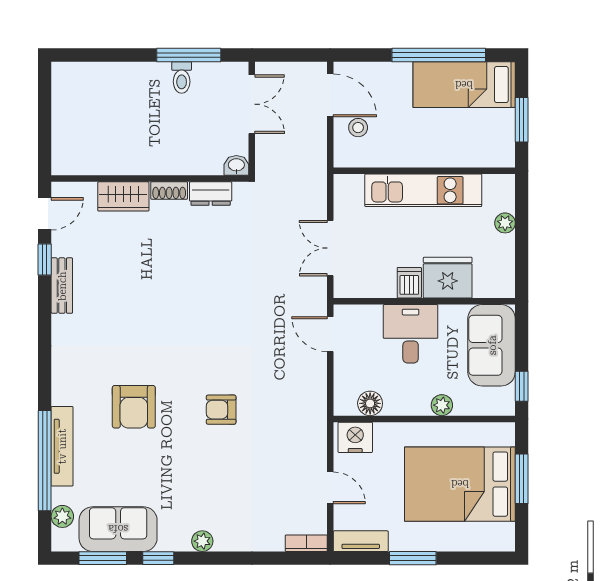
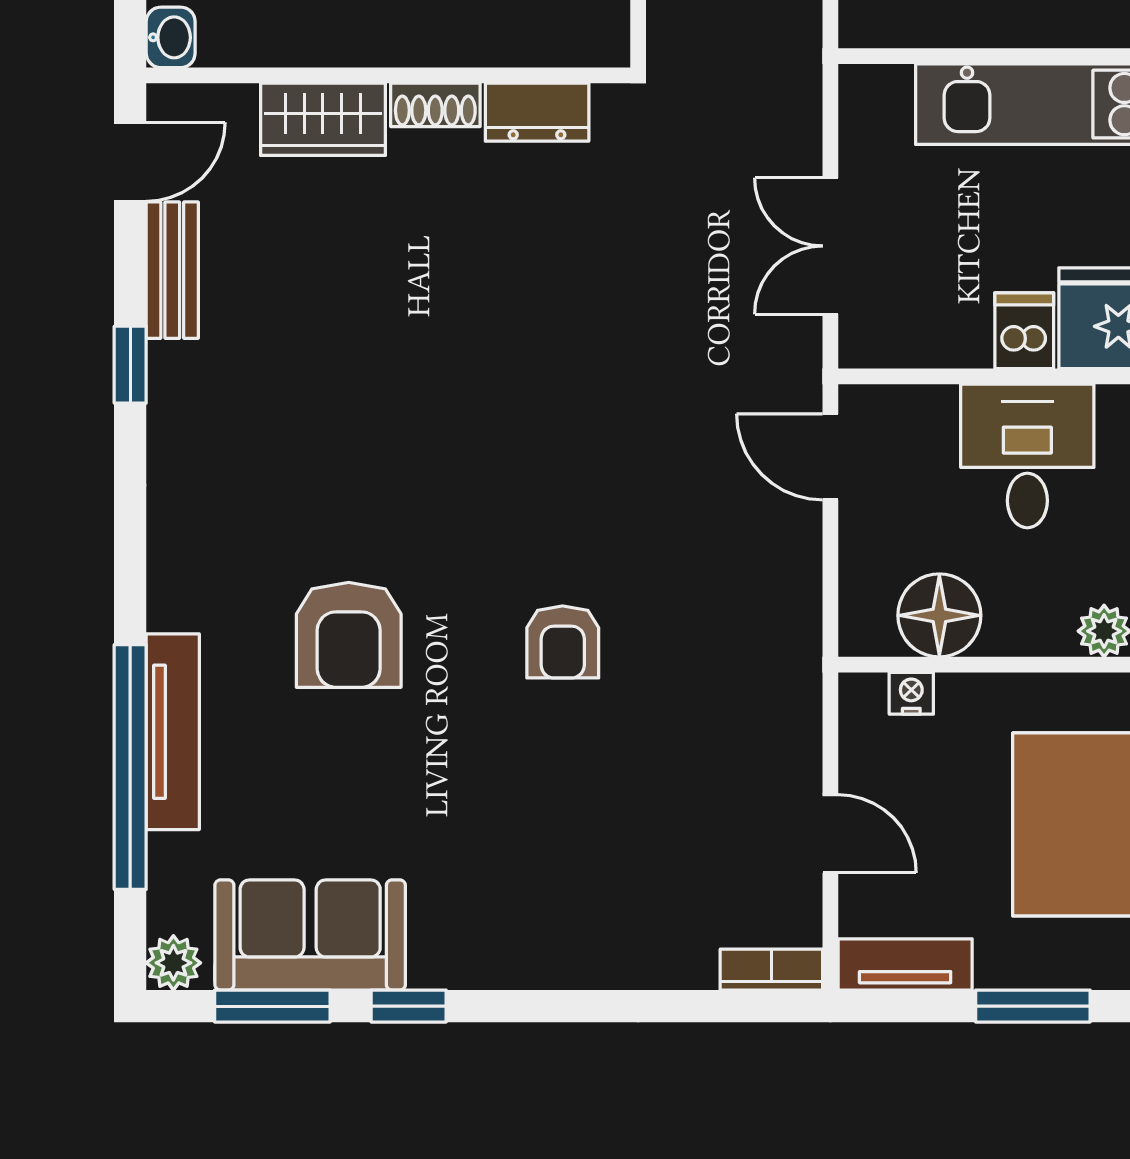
washbasin: (236, 165) -> (171, 37), moved, turned 90
window: (45, 259) -> (130, 365), moved
bench: (62, 286) -> (172, 270), moved
floor lamp: (370, 403) -> (939, 615), width x1.38, depth x1.38
armchair: (221, 410) -> (563, 642), turned -90
nightstand: (355, 437) -> (911, 693), width x0.53, depth x0.56
plant: (62, 516) -> (173, 963), moved
plant: (202, 541) -> (517, 964), removed

